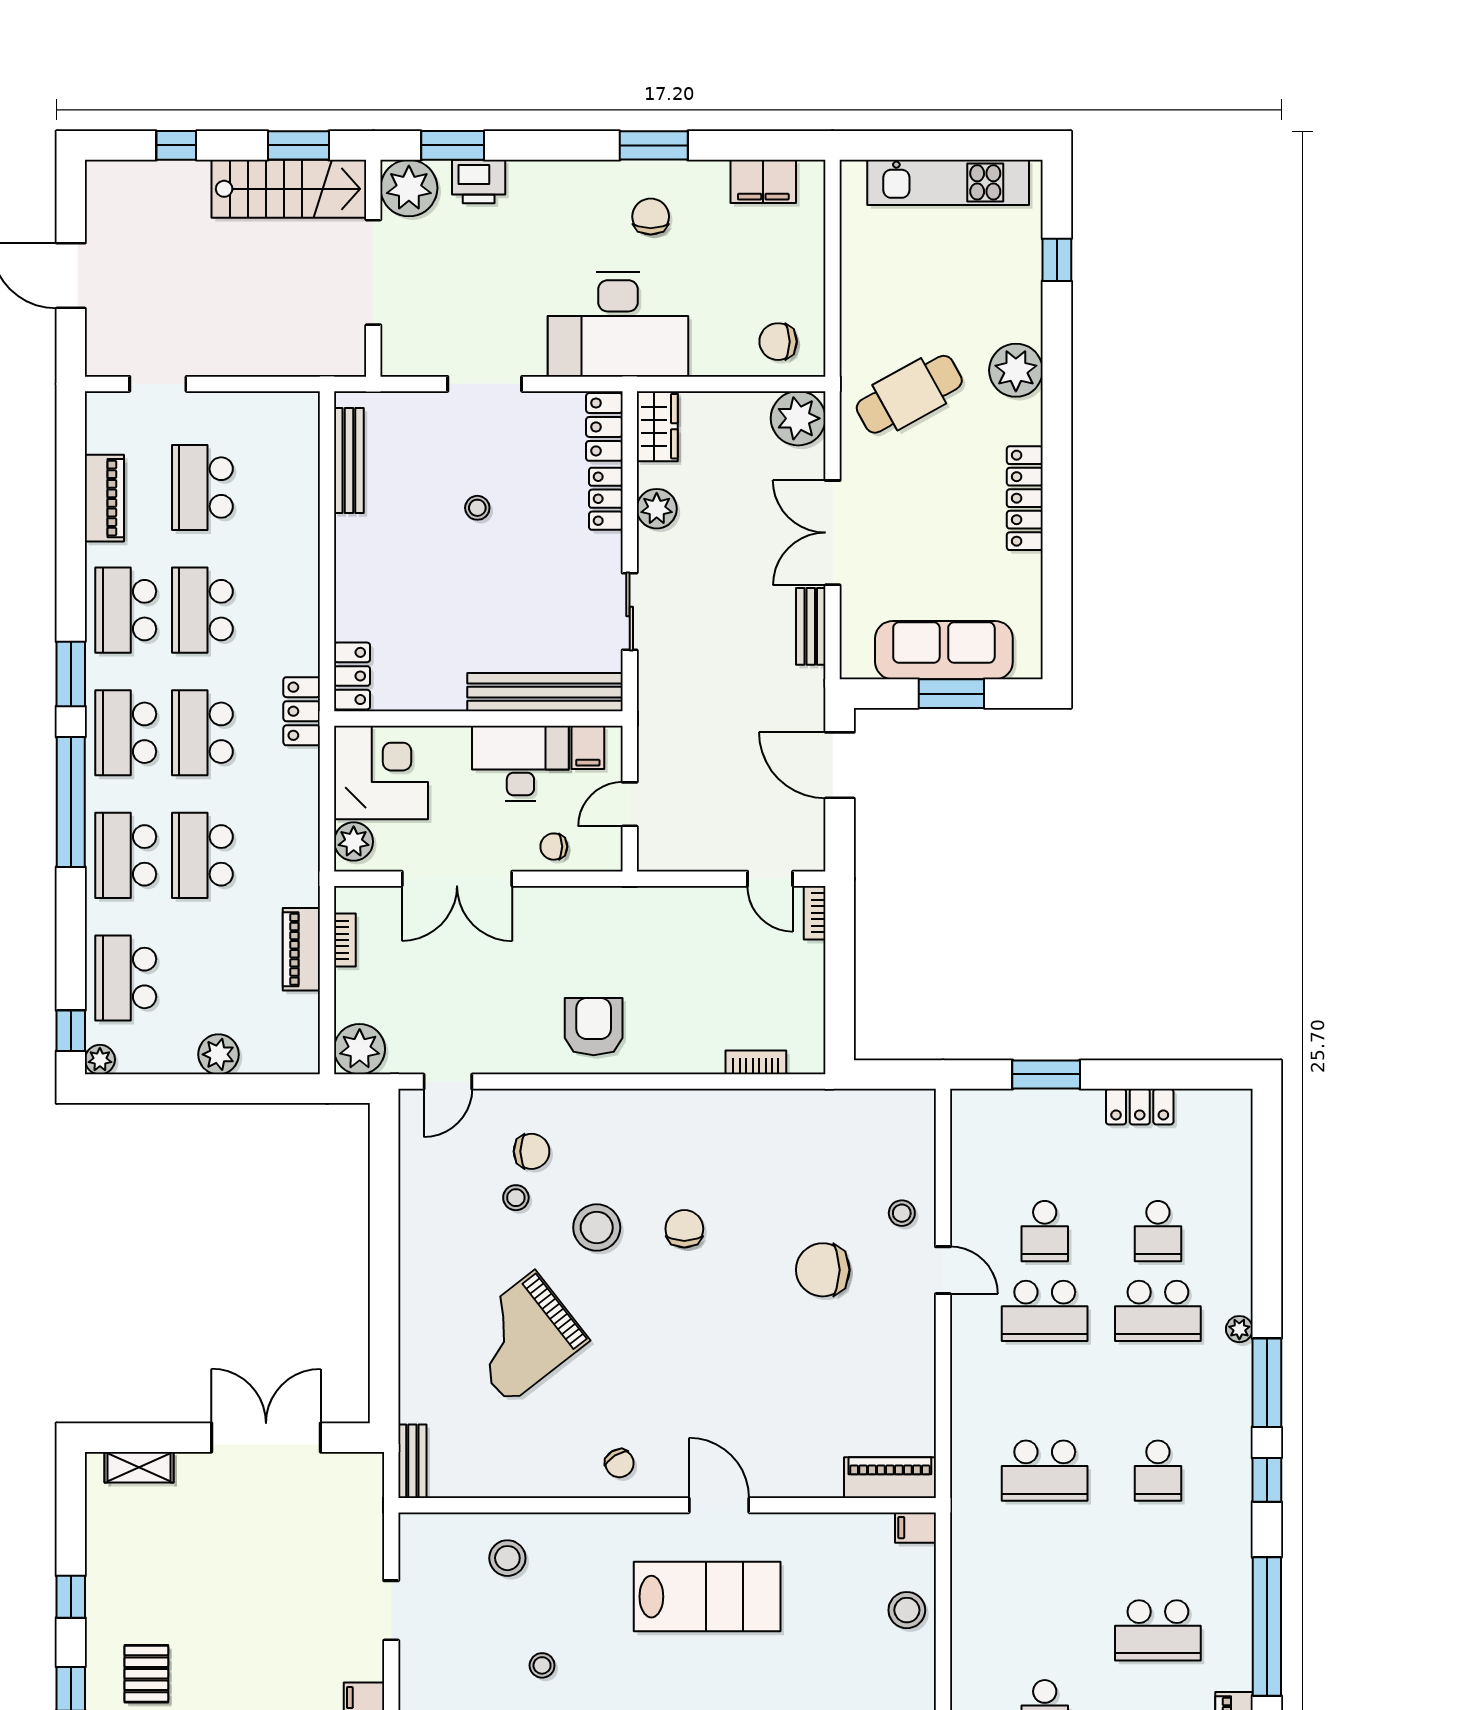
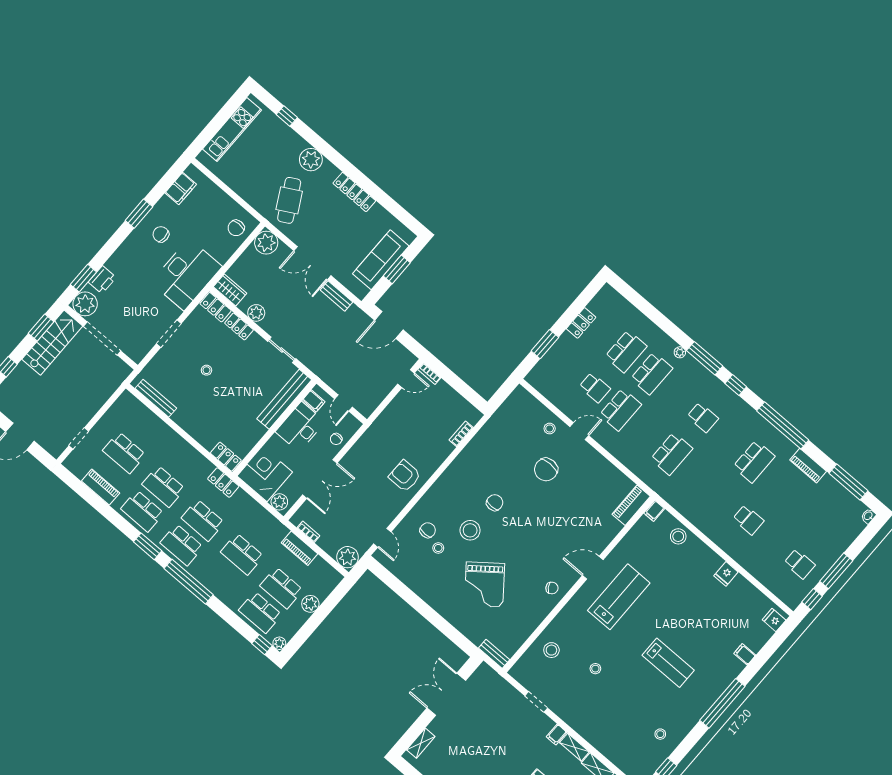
school desk: (126, 855) -> (281, 588), moved
chair: (684, 1229) -> (495, 503), turned 90
school desk: (1158, 1231) -> (626, 351), width x1.85

